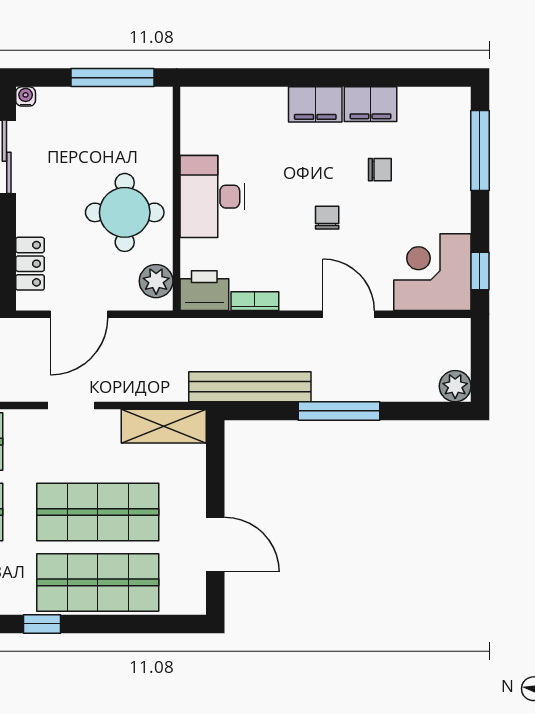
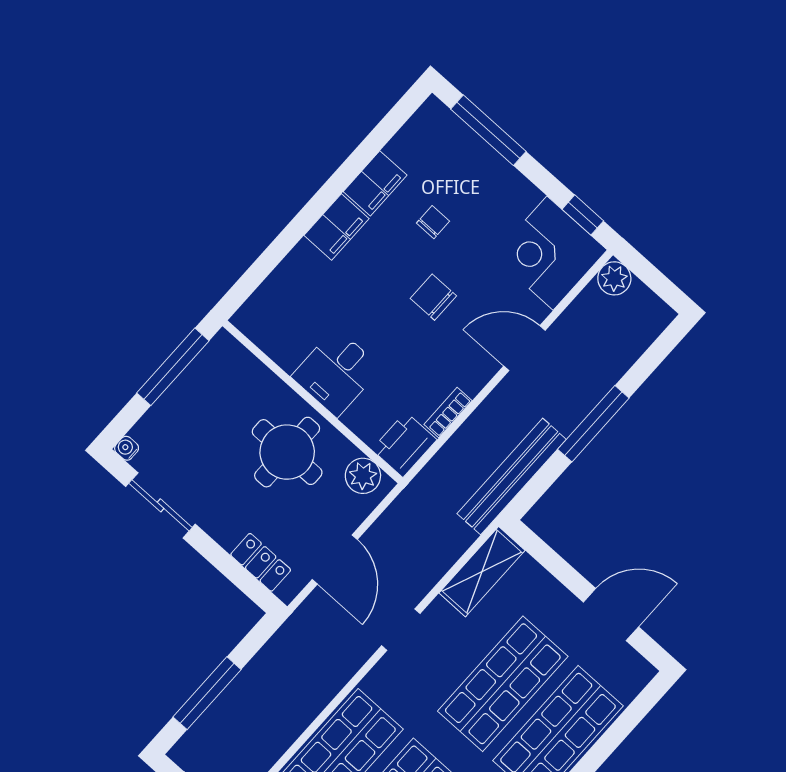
desk: (212, 197) -> (336, 372), width x0.73
chair: (327, 218) -> (433, 297), width x1.37, depth x1.37
plant: (455, 386) -> (614, 278), moved

